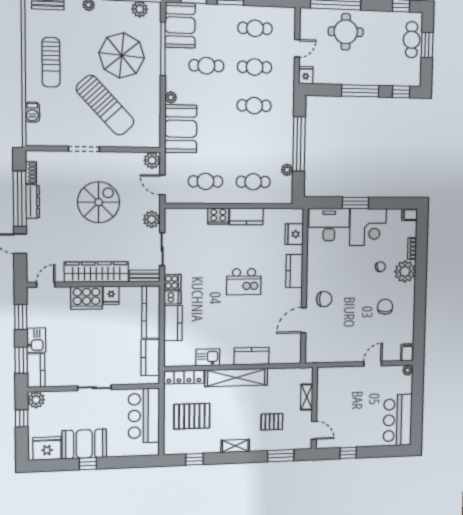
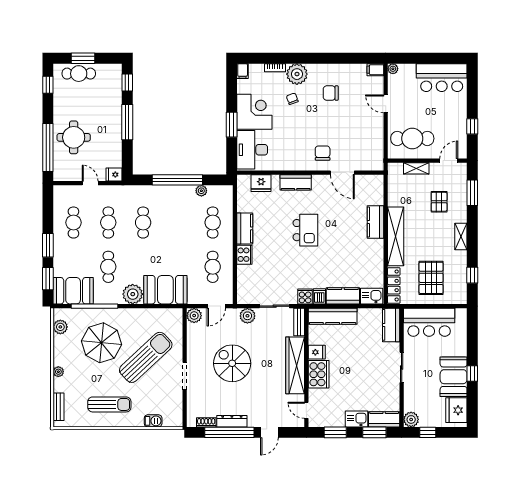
plant: (171, 97) -> (133, 294), width x1.87, depth x1.87
kitchen sink: (208, 357) -> (372, 296), moved, turned 90
kitchen counter: (150, 358) -> (391, 325), moved, turned 90
cafe table: (337, 392) -> (412, 138), added

